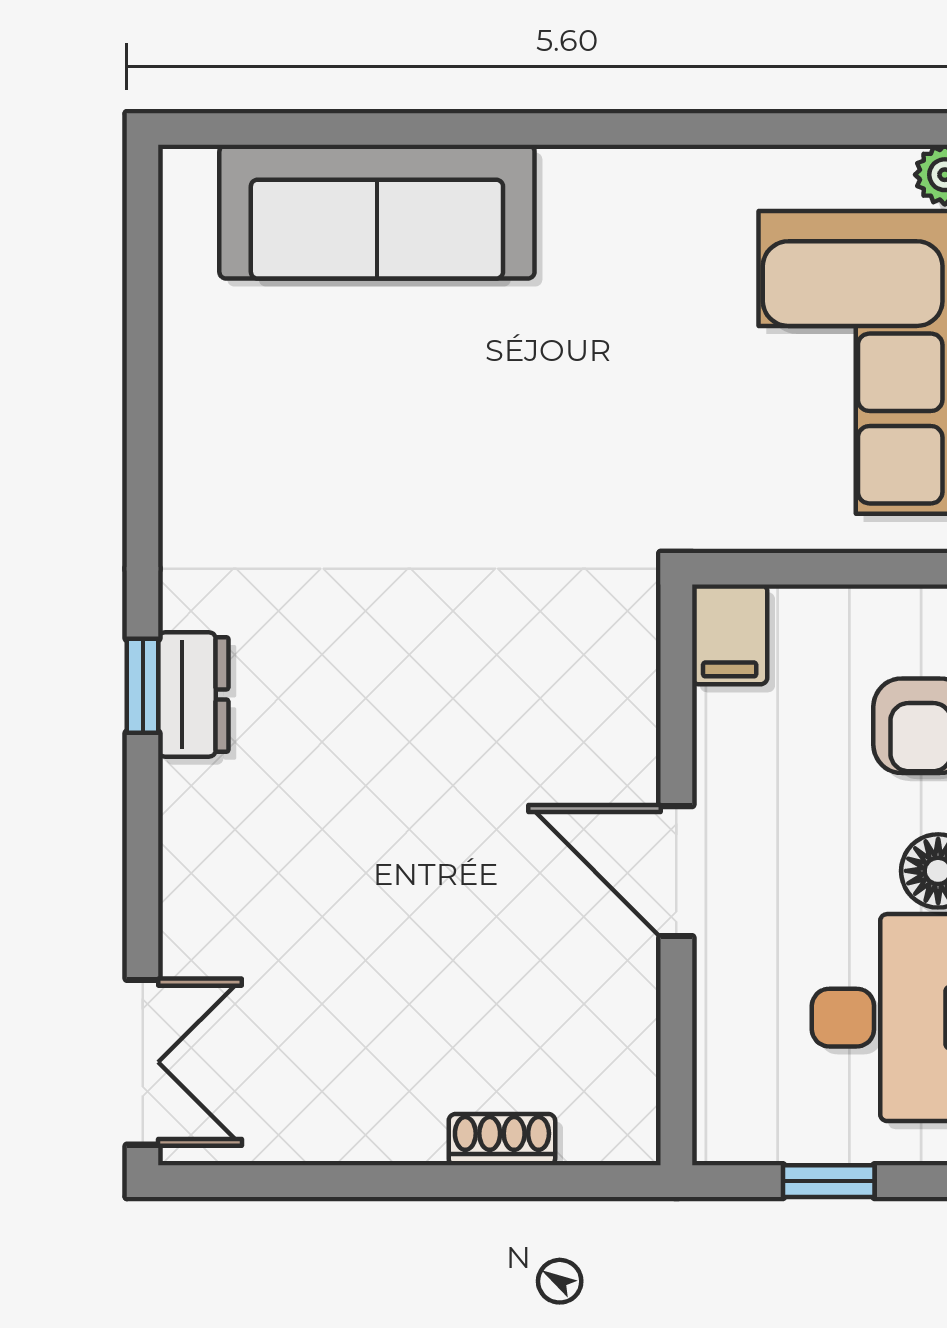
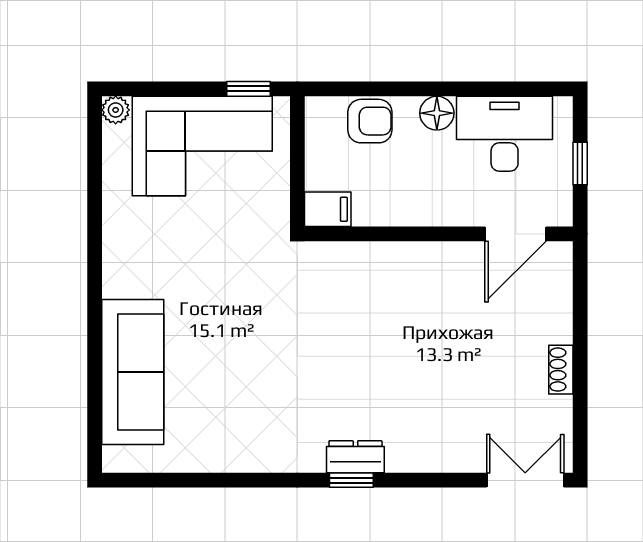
door: (676, 871) -> (515, 234), moved
shoe rack: (502, 1140) -> (561, 370), moved

